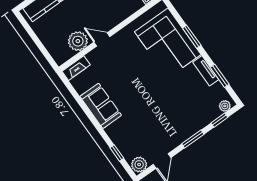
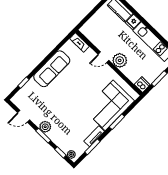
door: (102, 39) -> (104, 57), swing flipped
plant: (78, 41) -> (120, 60), moved
sofa: (101, 106) -> (52, 69), width x1.36
plant: (139, 165) -> (45, 127), moved

